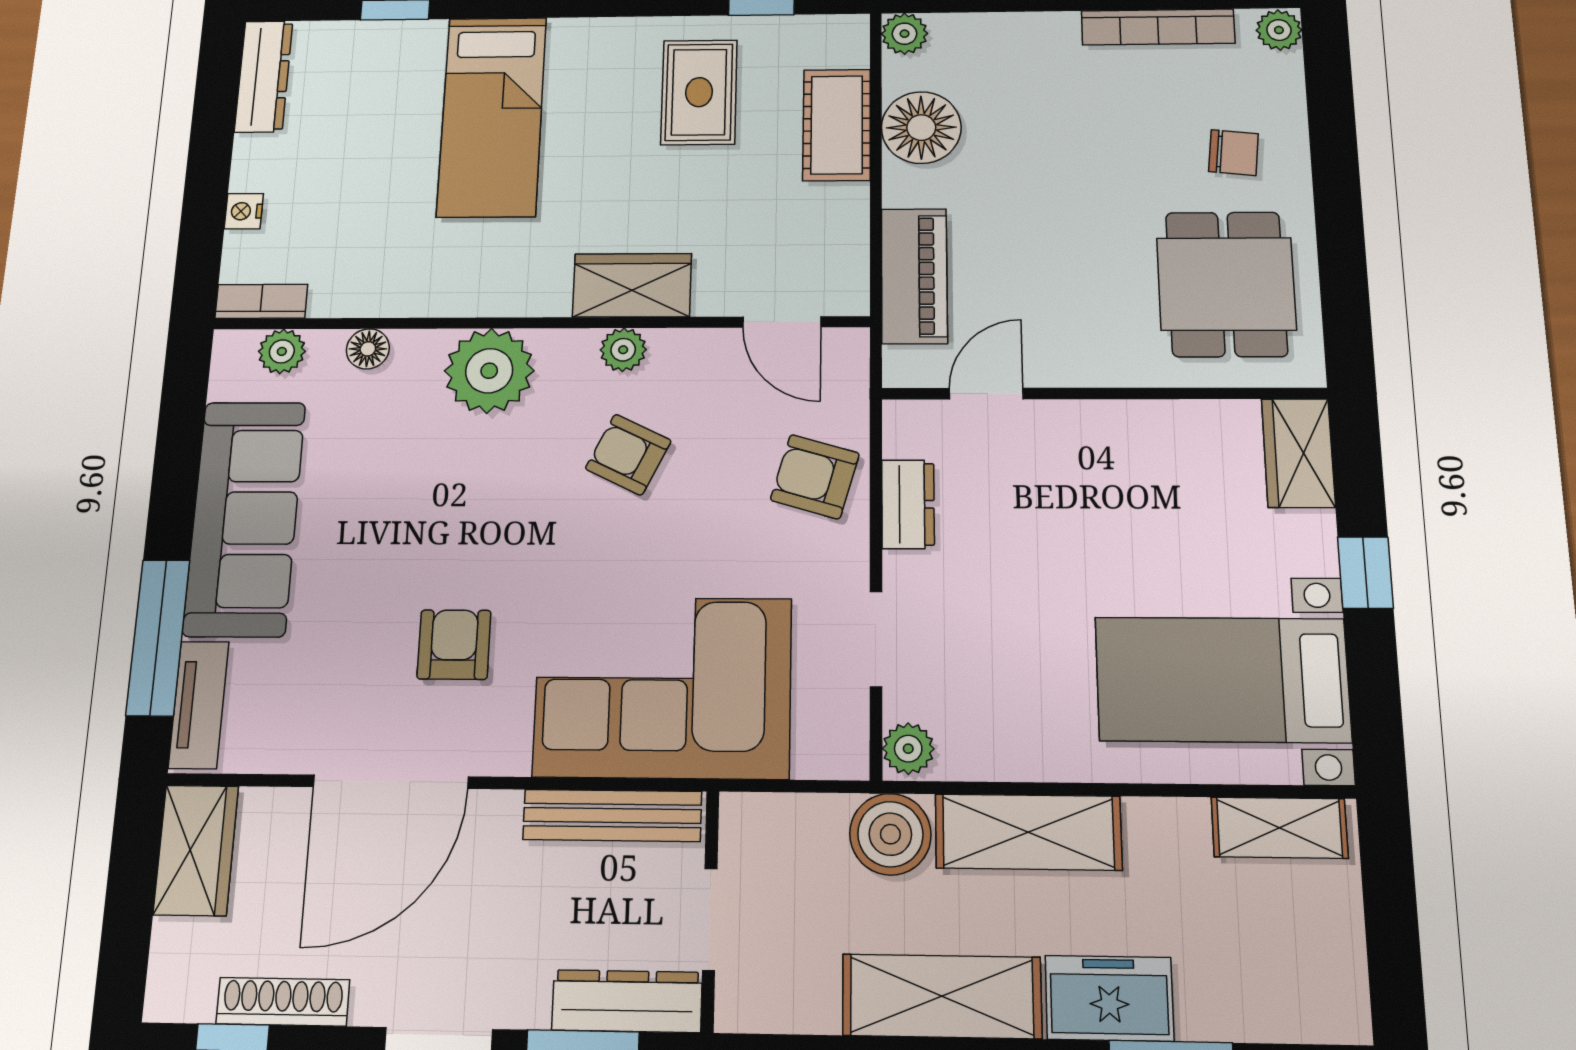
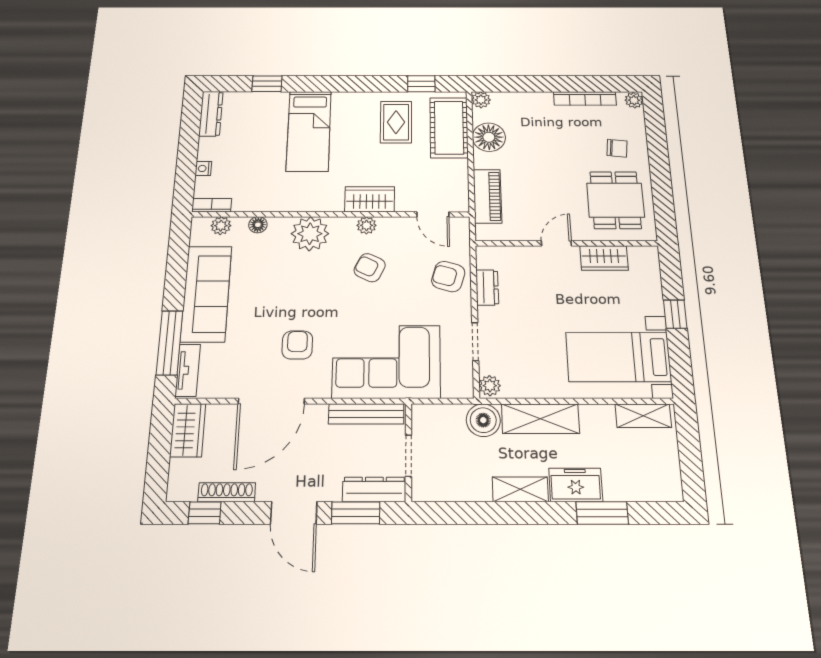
cot: (837, 125) -> (449, 128), width x1.37, depth x1.34
door: (986, 394) -> (556, 243), moved
wardrobe: (1298, 453) -> (604, 258), moved, turned -90
shelving: (942, 996) -> (520, 489), width x0.67, depth x0.75

